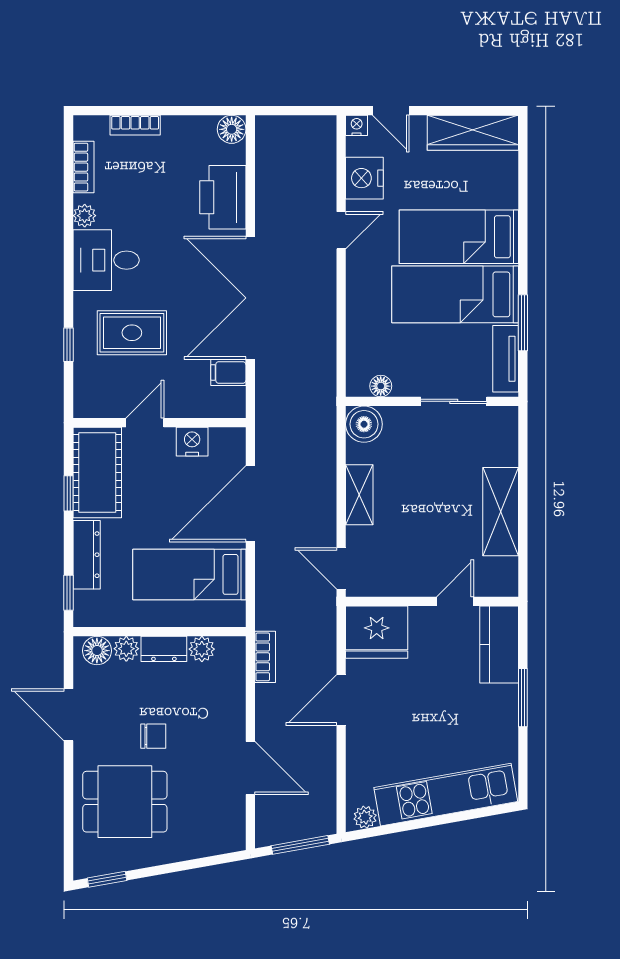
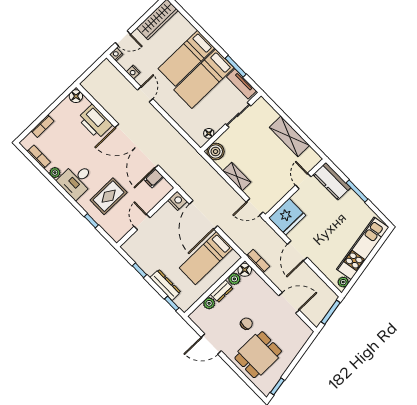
nightstand: (364, 178) -> (133, 72), width x0.53, depth x0.56
nightstand: (192, 442) -> (177, 201), moved, turned 90
cot: (97, 473) -> (142, 254), removed
floor lamp: (97, 651) -> (245, 270), moved

